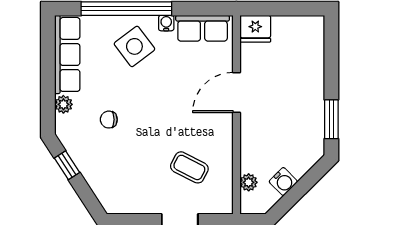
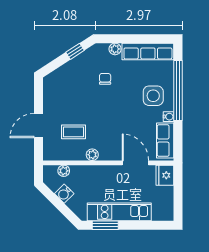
side table: (134, 46) -> (153, 96), turned 37
door: (236, 92) -> (135, 163), moved
kitchen unit: (311, 98) -> (119, 212), added
plant: (224, 139) -> (92, 155), added
coffee table: (189, 167) -> (74, 132), turned 63

